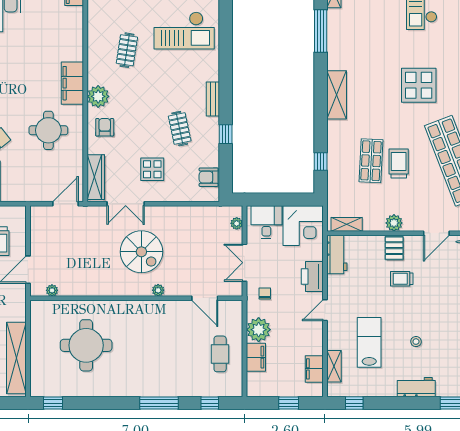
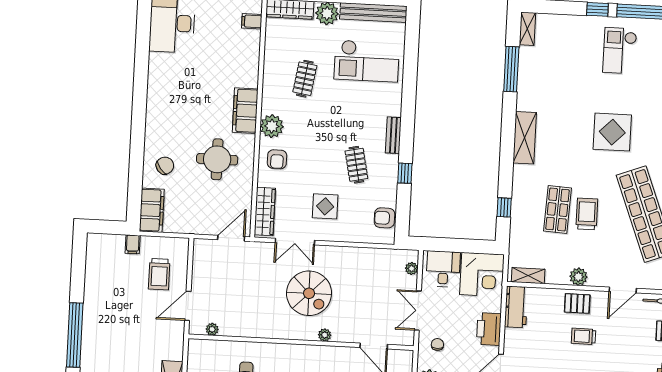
armchair: (105, 127) -> (277, 159), turned 180
pallet: (394, 248) -> (577, 303), turned 90

